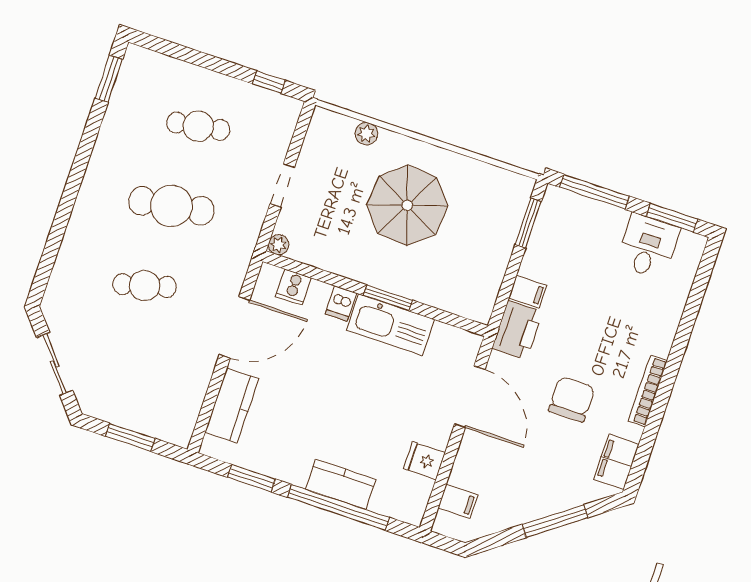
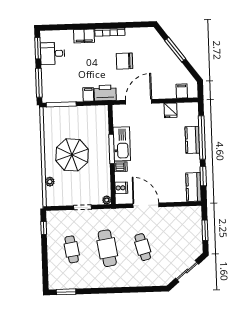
window: (528, 223) -> (61, 104), width x1.44
window: (388, 298) -> (112, 149), width x1.44
kitchen counter: (232, 406) -> (194, 187), moved, turned -90
filing cabinet: (616, 462) -> (84, 36), moved

